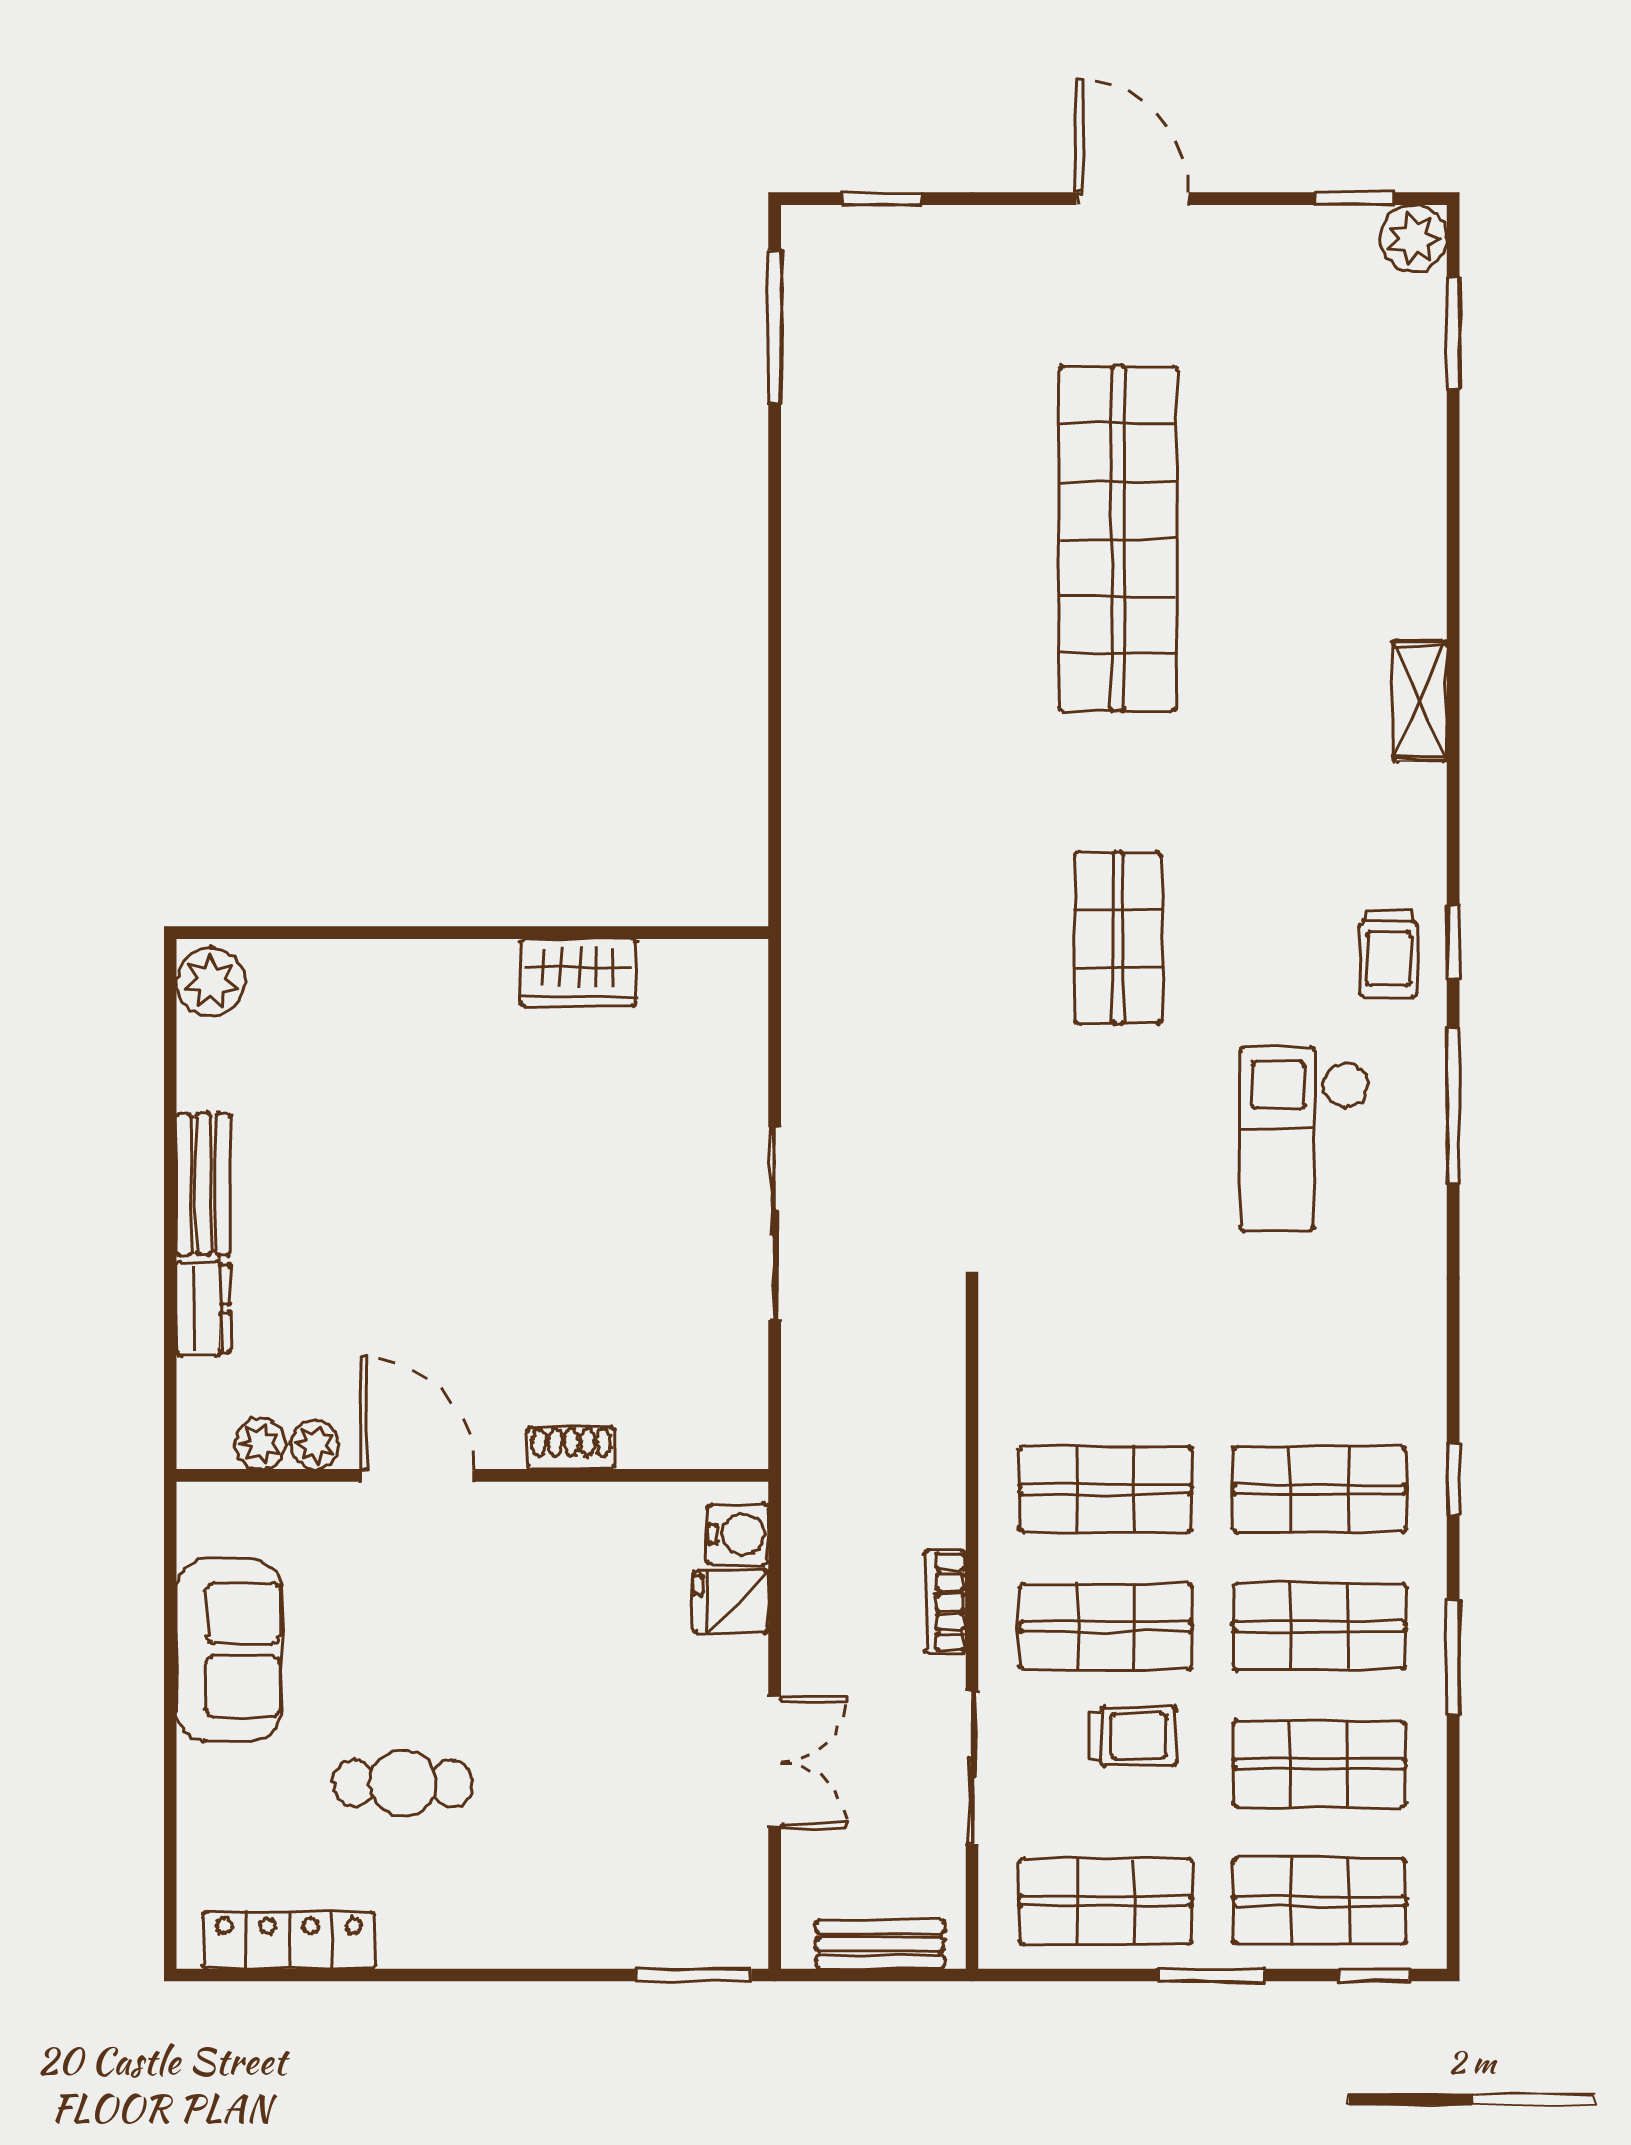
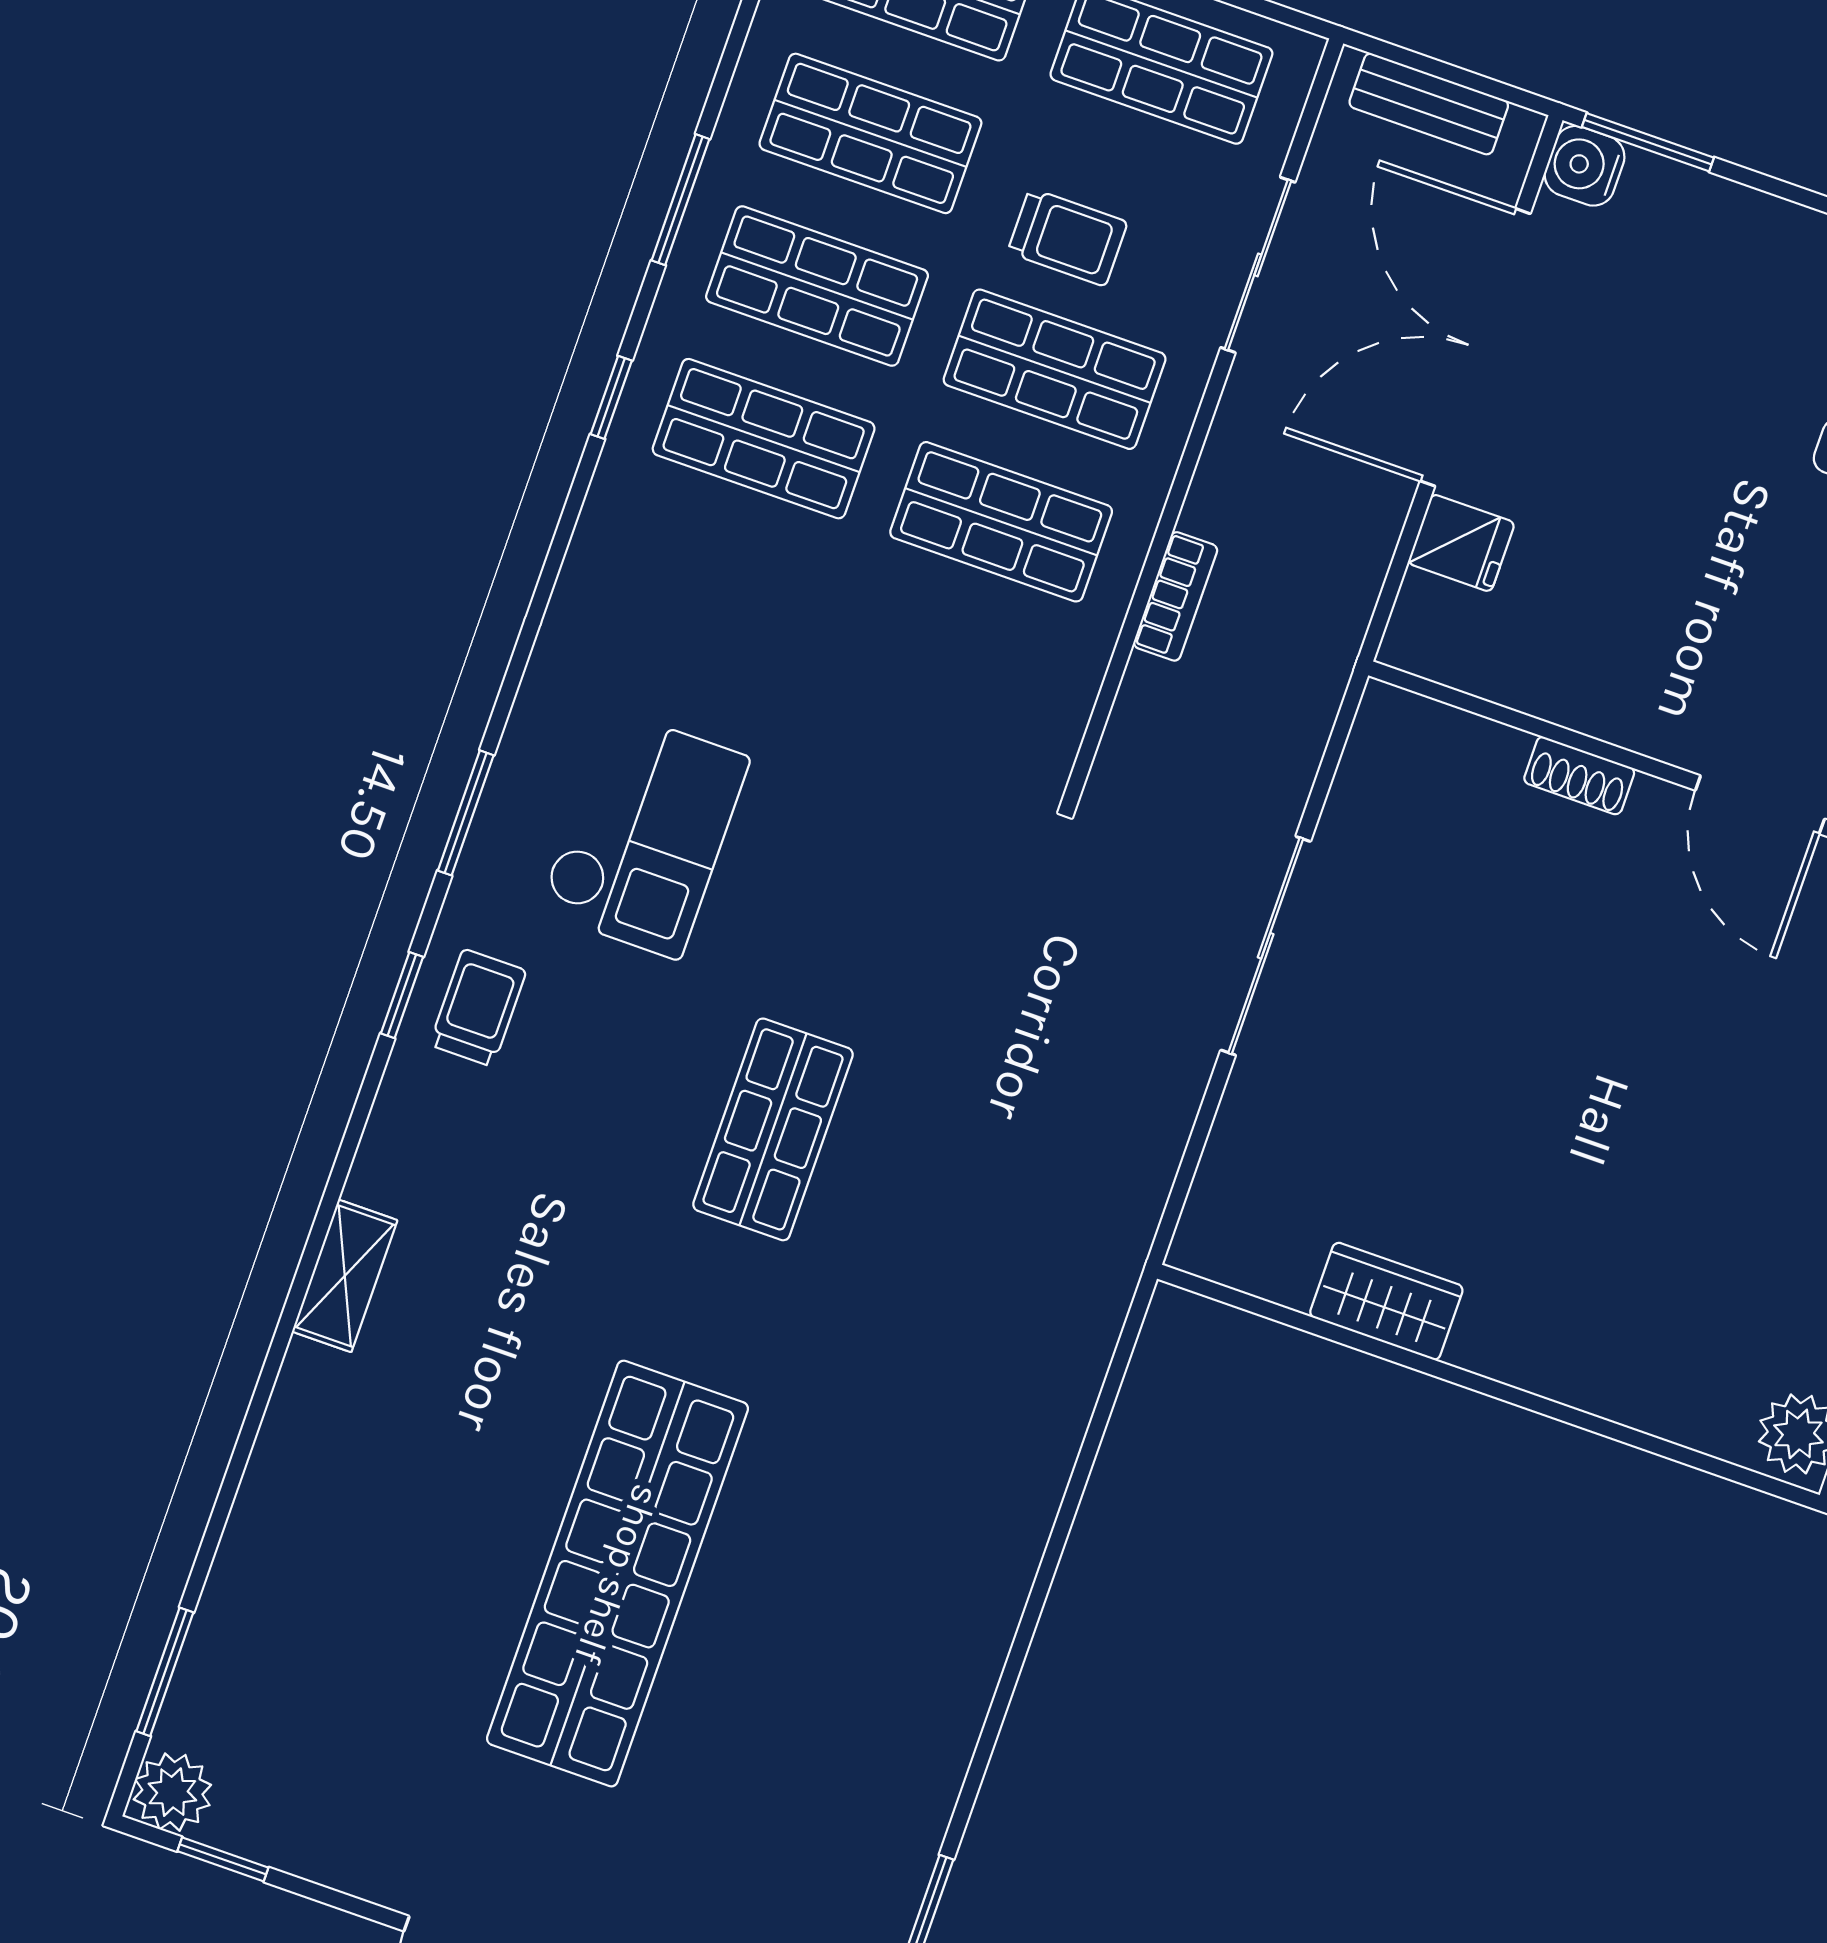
window: (1453, 1106) -> (466, 813), width x0.69
water cooler: (738, 1534) -> (1585, 166), moved
bookcase: (945, 1602) -> (1176, 596), moved
trolley: (1132, 1736) -> (1067, 237), turned 180
double door: (775, 1762) -> (1475, 347), width x1.87

